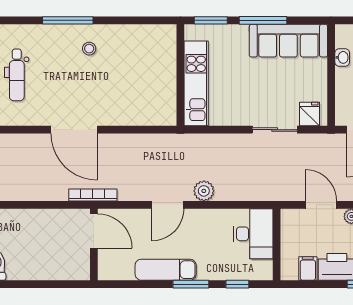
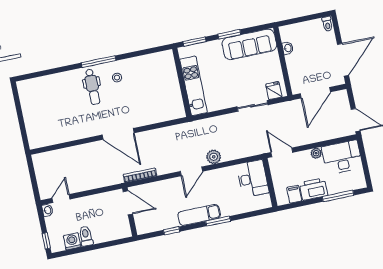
window: (263, 20) -> (229, 34), width x0.69
dental chair: (17, 75) -> (92, 87), moved
door: (321, 205) -> (282, 152), moved
door: (94, 231) -> (128, 203), moved
wall: (94, 245) -> (130, 212), moved
window: (237, 284) -> (172, 231), moved

